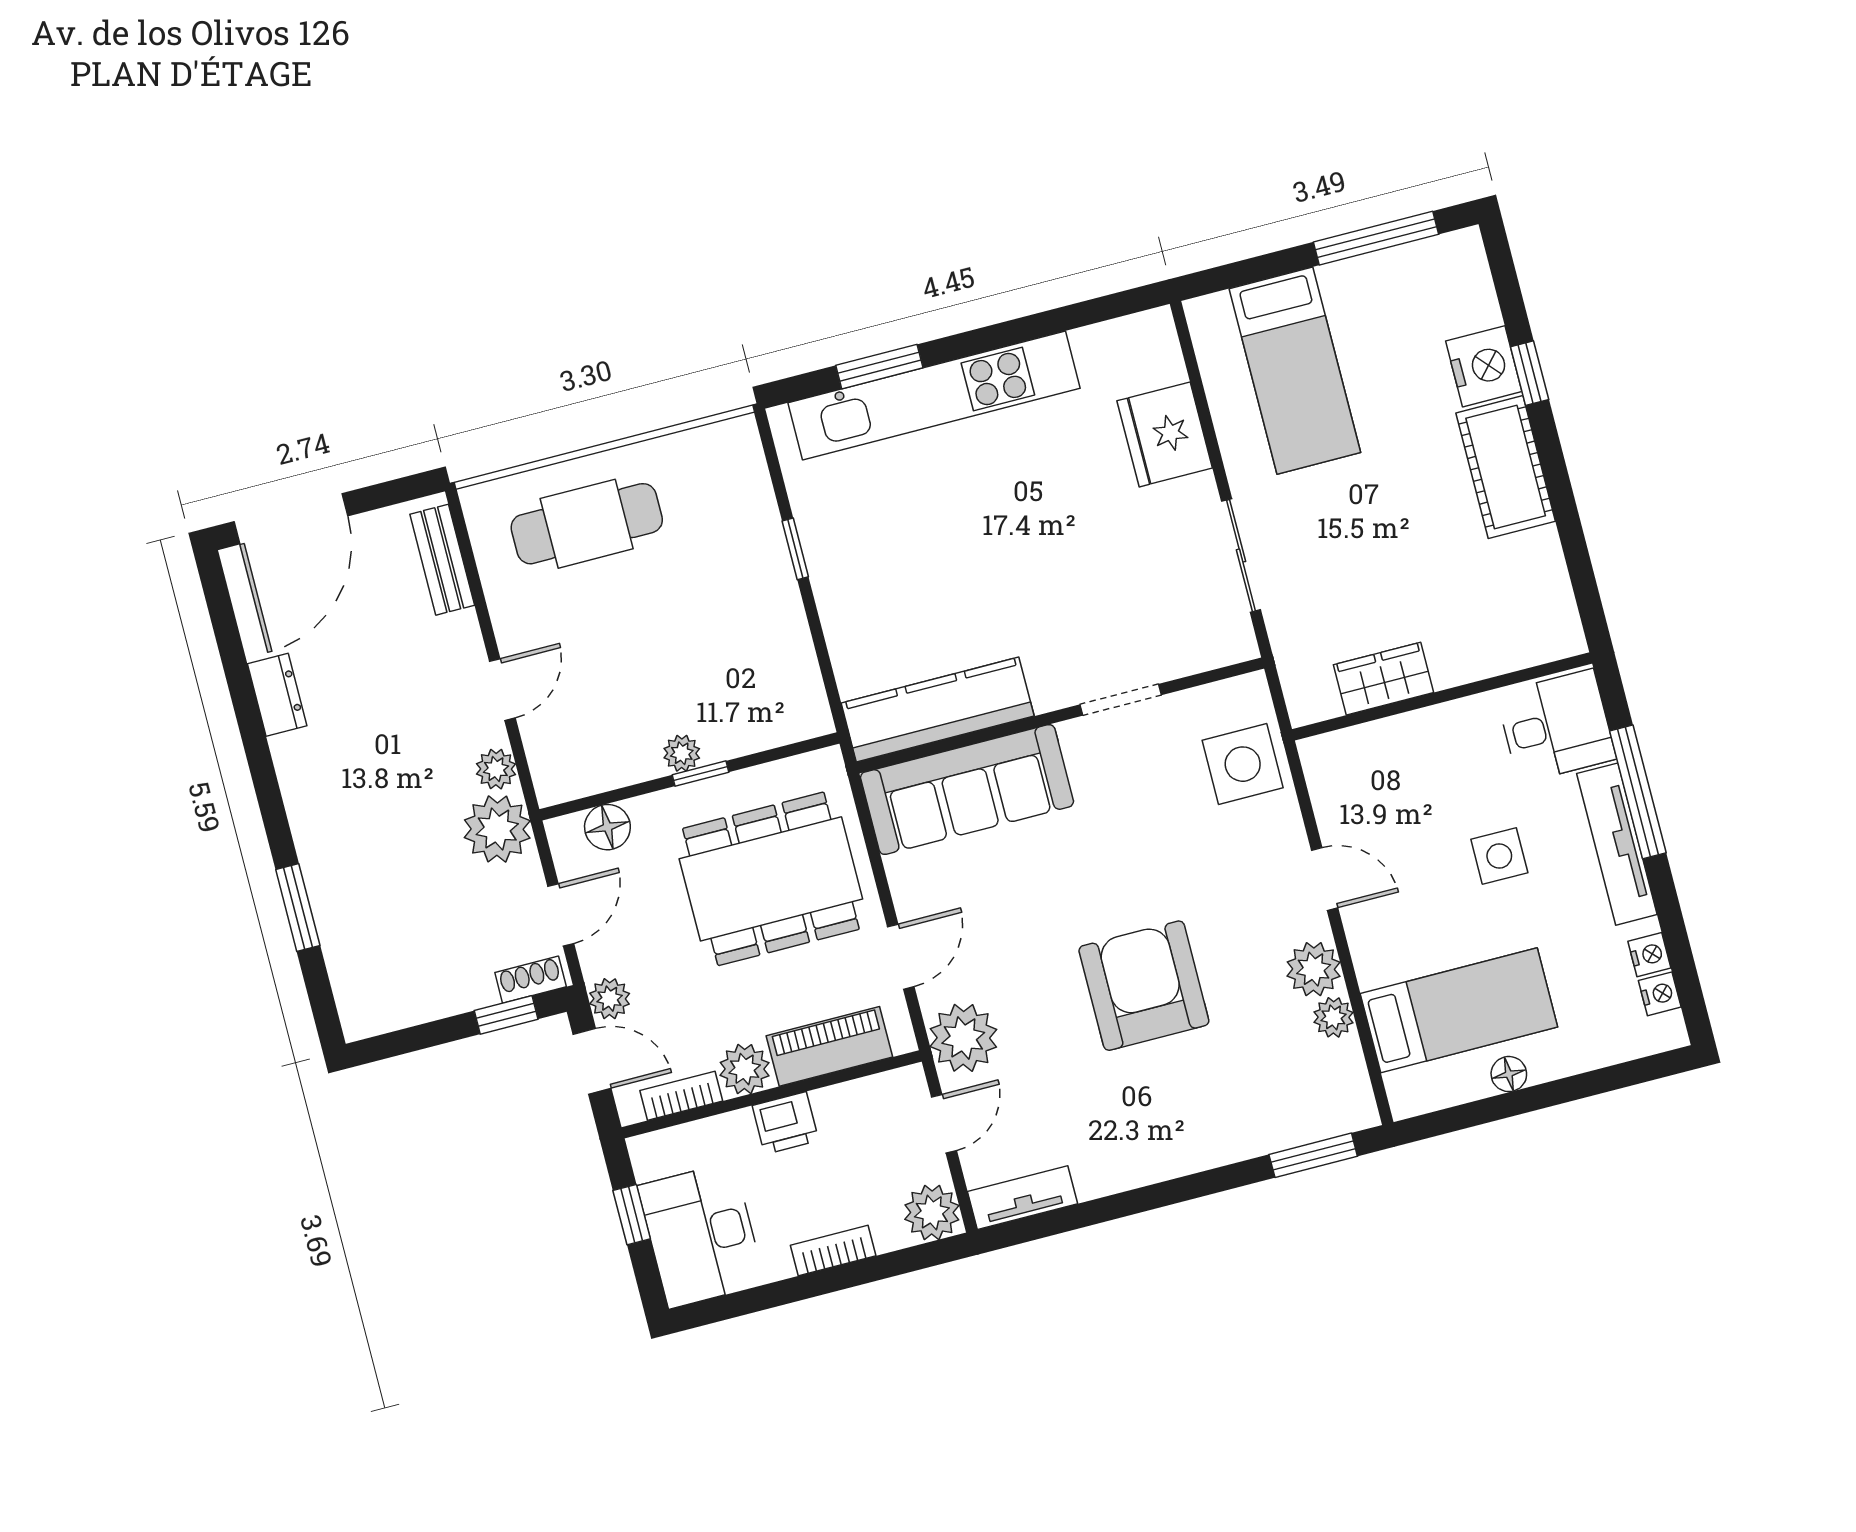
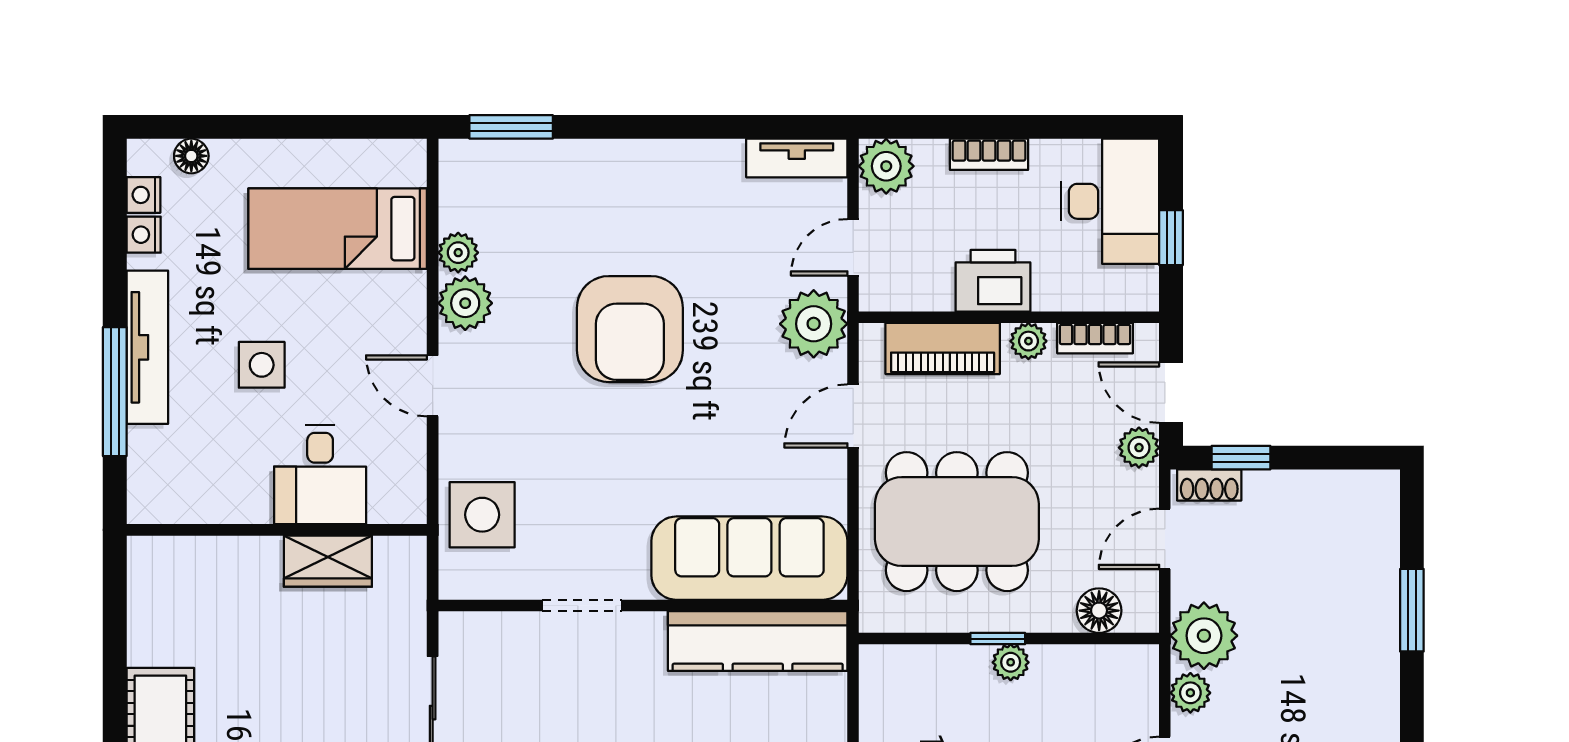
desk: (1556, 726) -> (320, 475), moved, turned -90
plant: (745, 1069) -> (1028, 341), width x0.73, depth x0.73
floor lamp: (1509, 1074) -> (191, 156), moved
printer: (785, 1123) -> (993, 281), width x1.36, depth x1.24

